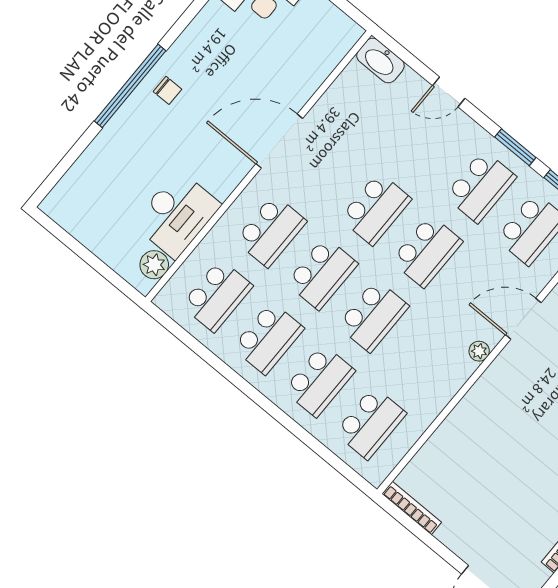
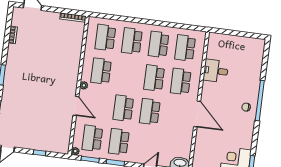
door: (279, 141) -> (197, 114), hinge flipped
desk: (177, 214) -> (216, 71), width x0.73
plant: (154, 265) -> (213, 45), removed
school desk: (373, 316) -> (101, 71), moved
door: (523, 319) -> (76, 106), hinge flipped

